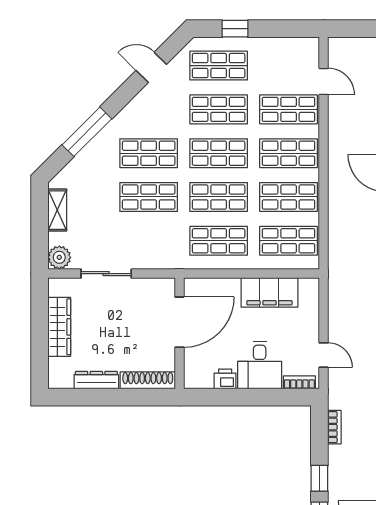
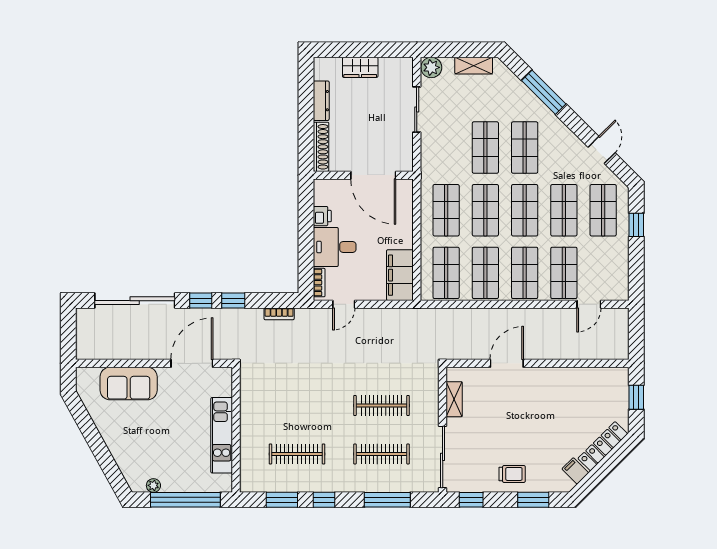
filing cabinet: (269, 292) -> (400, 275), moved
wardrobe: (59, 327) -> (360, 67), width x0.67

